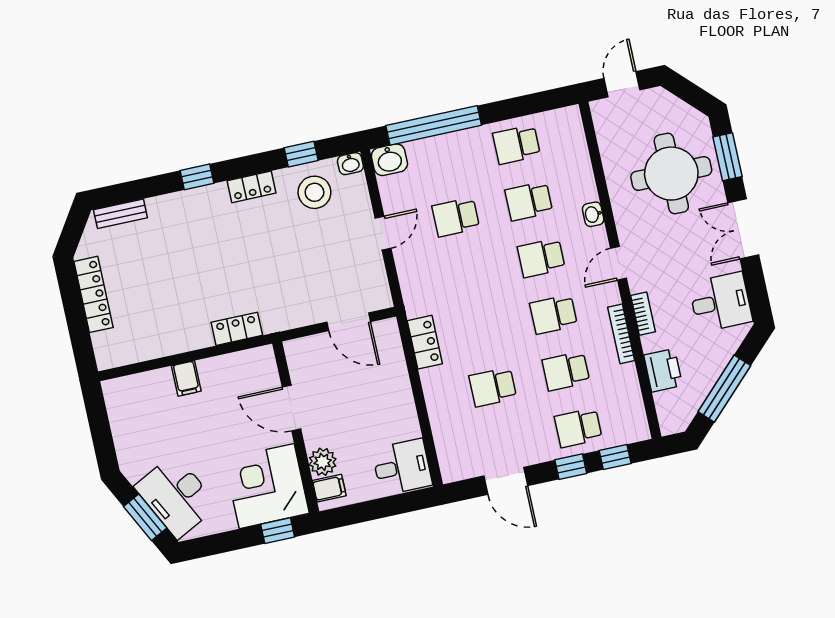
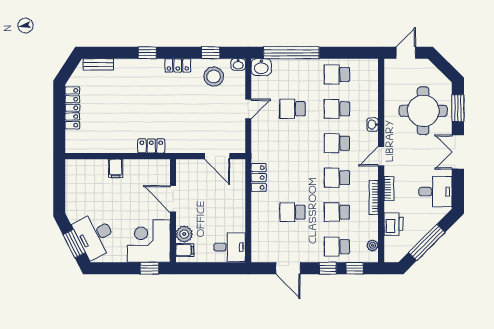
plant: (636, 413) -> (373, 245), added

